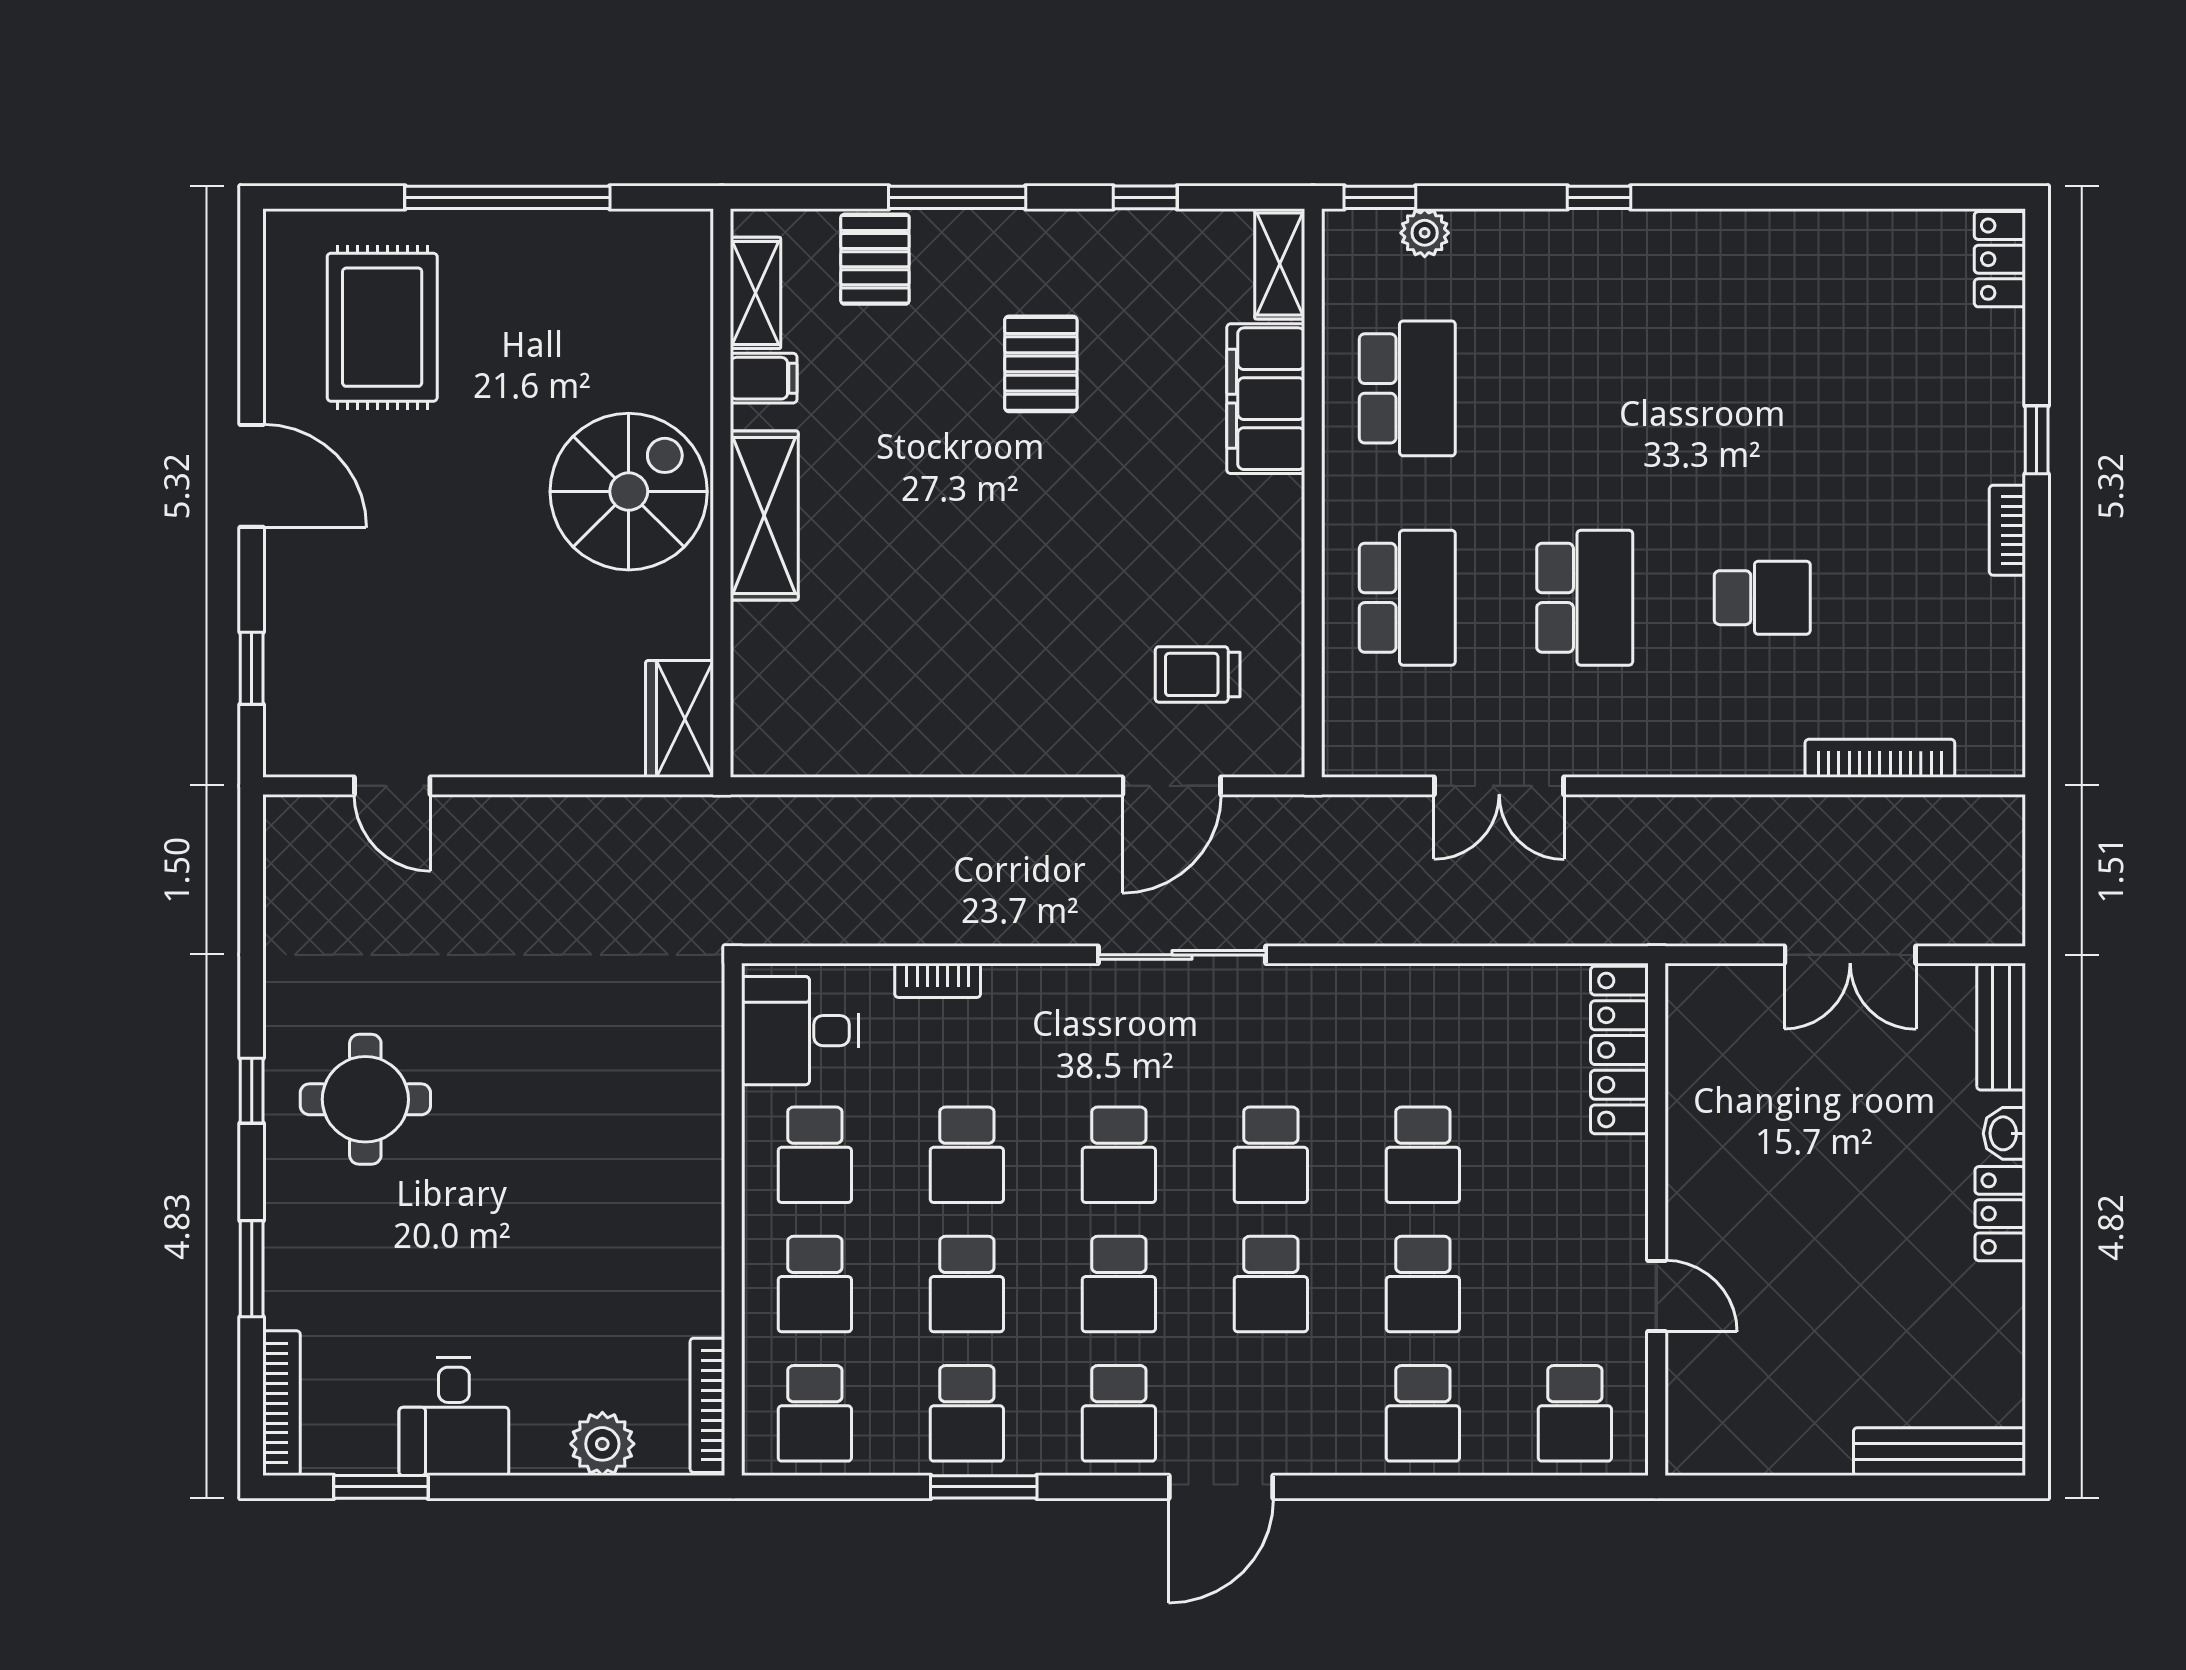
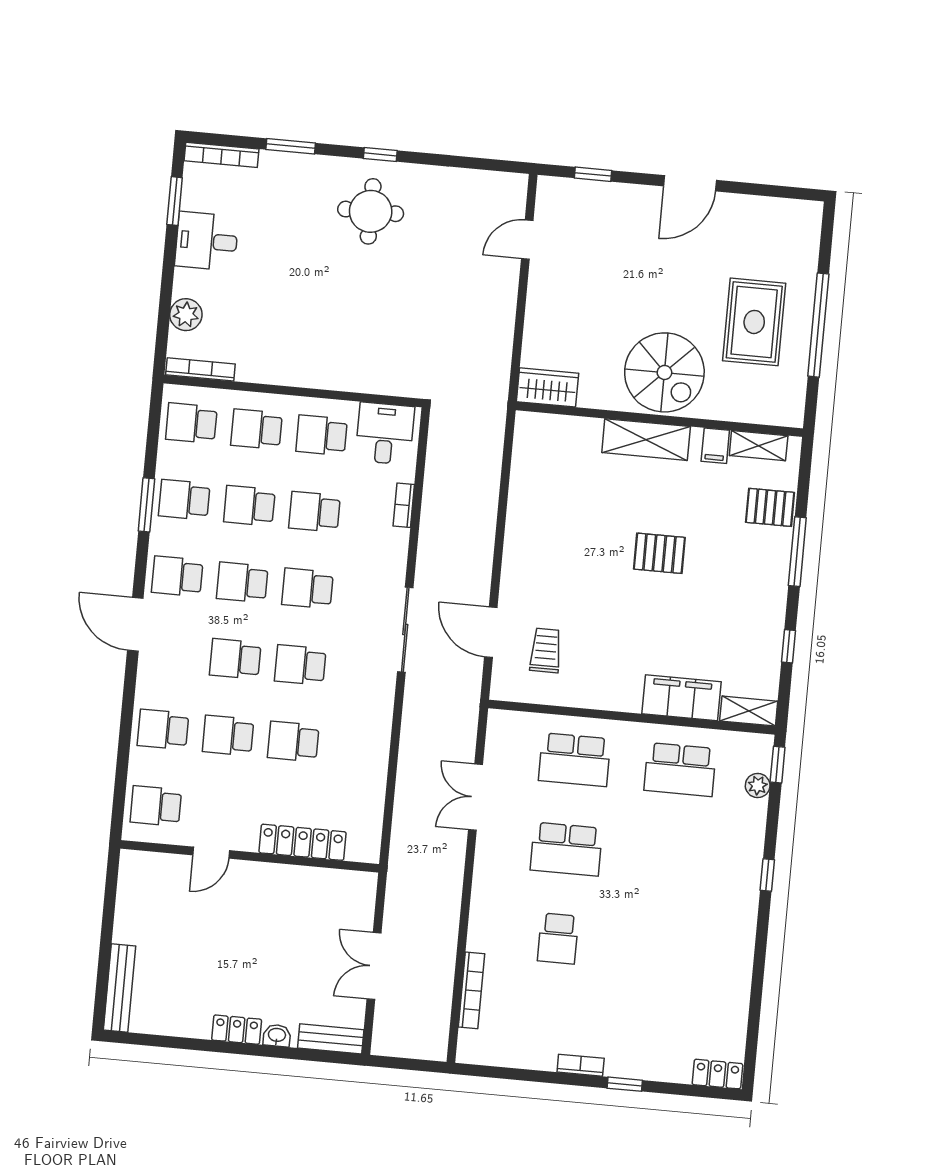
rug: (382, 327) -> (754, 322), moved, turned 90
pallet: (1041, 364) -> (659, 553), moved
locker: (1619, 1050) -> (303, 842), moved

